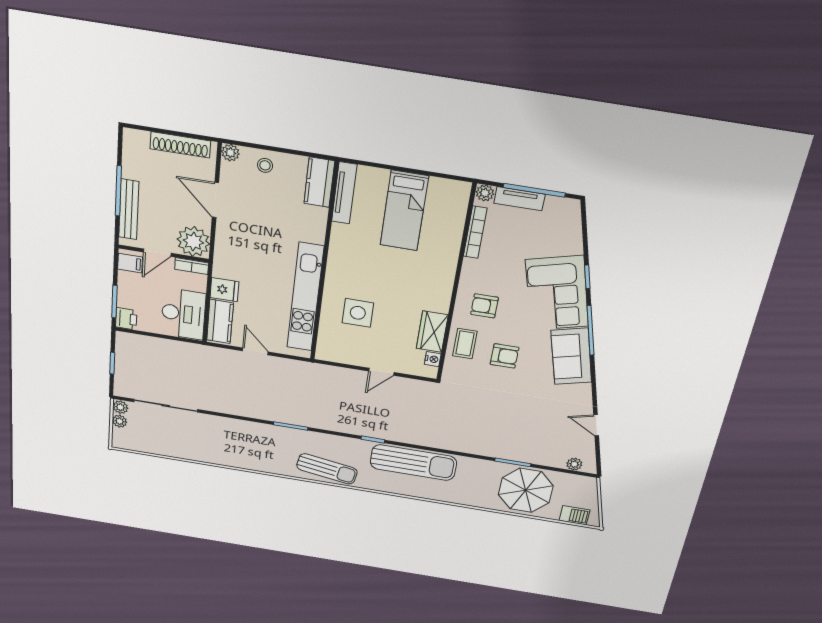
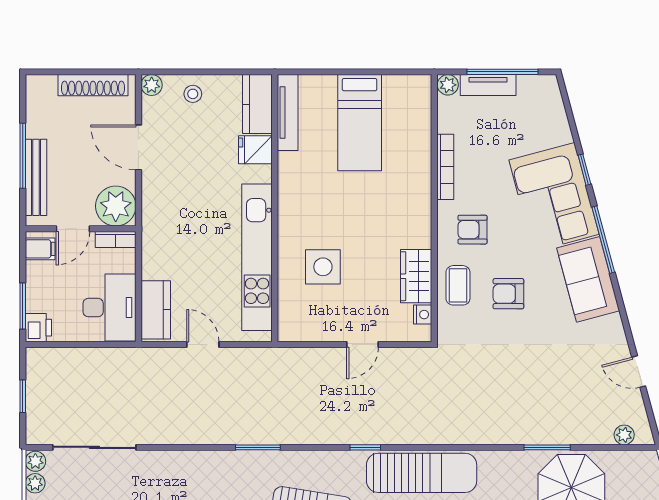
bookcase: (475, 232) -> (445, 167), moved
fridge: (224, 290) -> (255, 150), moved, turned 180
armchair: (504, 356) -> (508, 294), turned 180

